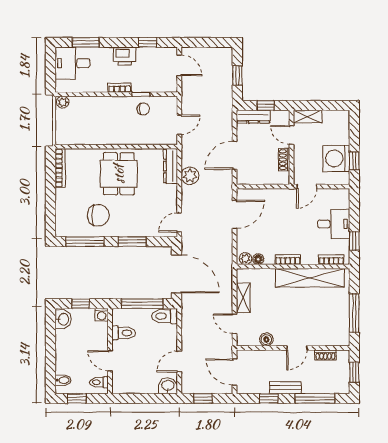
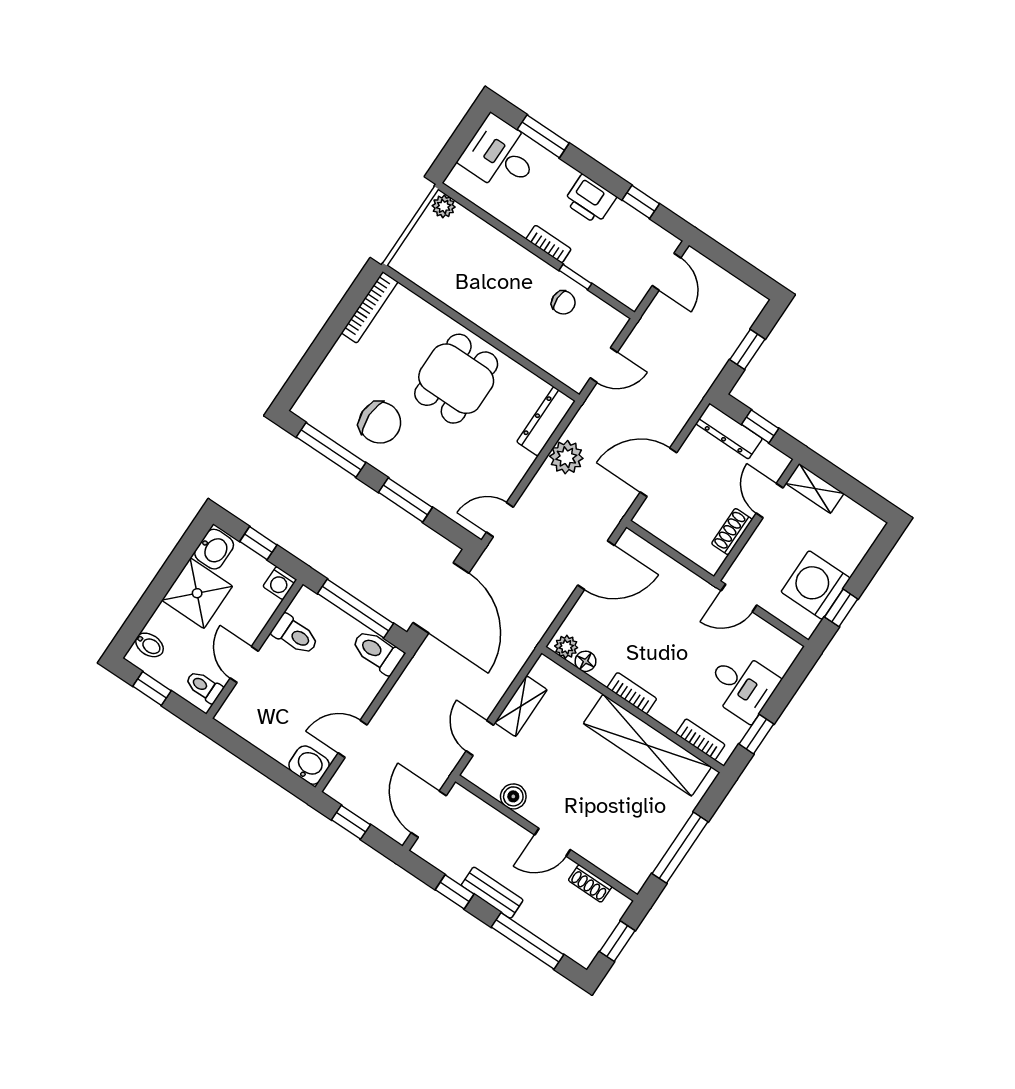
shower: (69, 344) -> (197, 593), added

